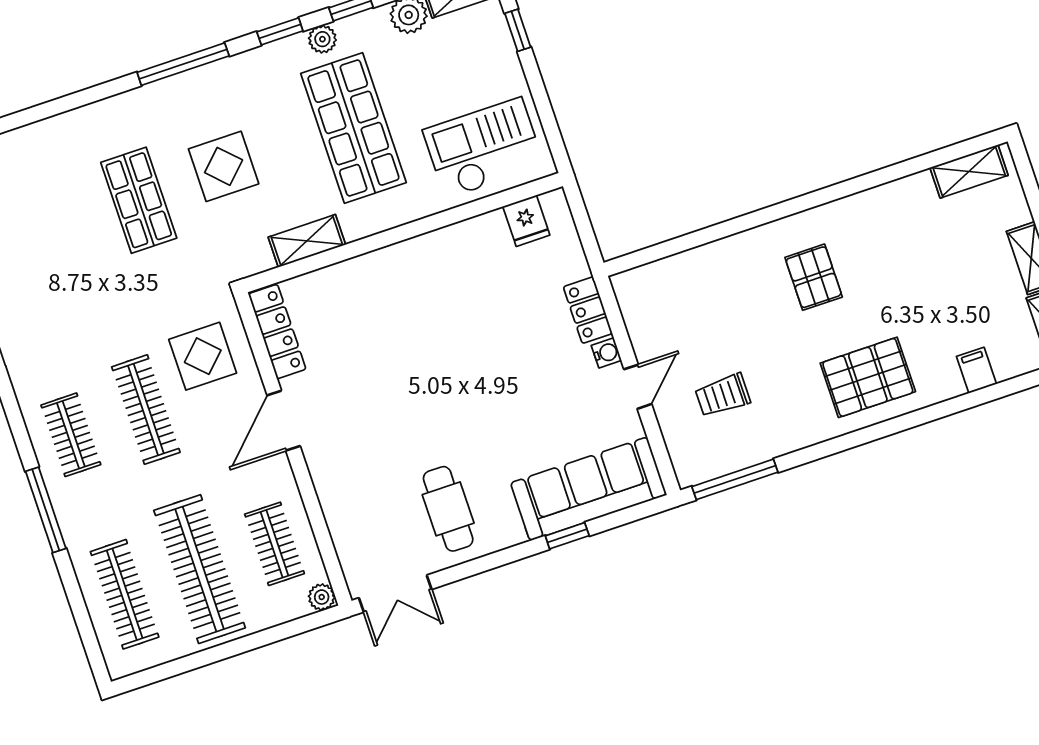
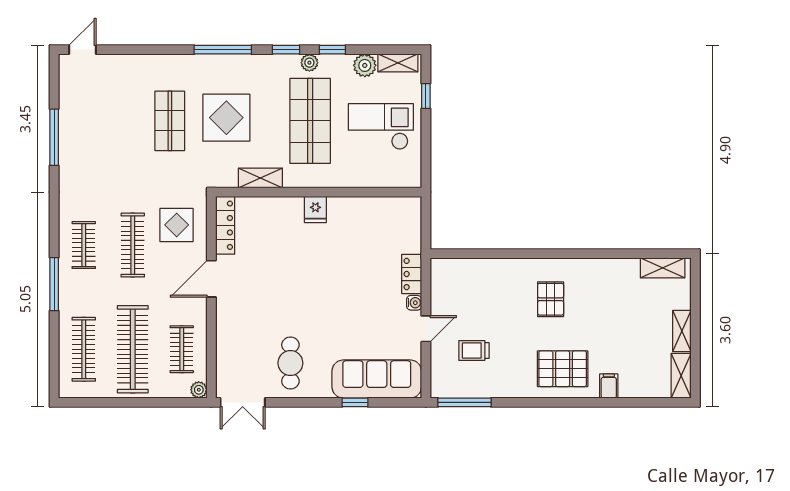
checkout: (484, 148) -> (381, 127), moved
display table: (224, 166) -> (226, 118), width x1.36, depth x1.36
fridge: (526, 221) -> (315, 209), moved
filing cabinet: (976, 370) -> (609, 386), moved

